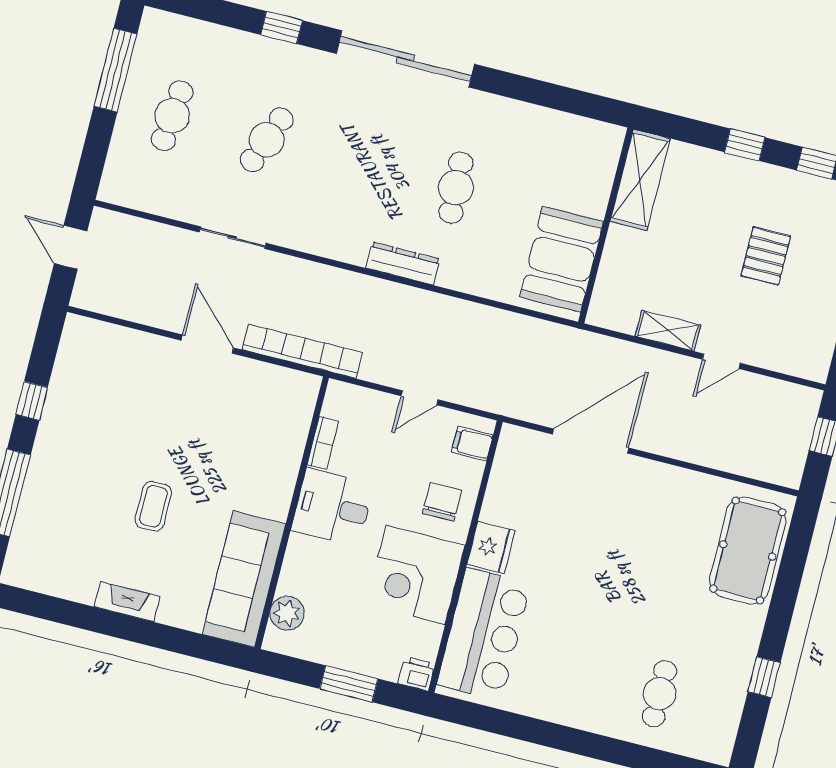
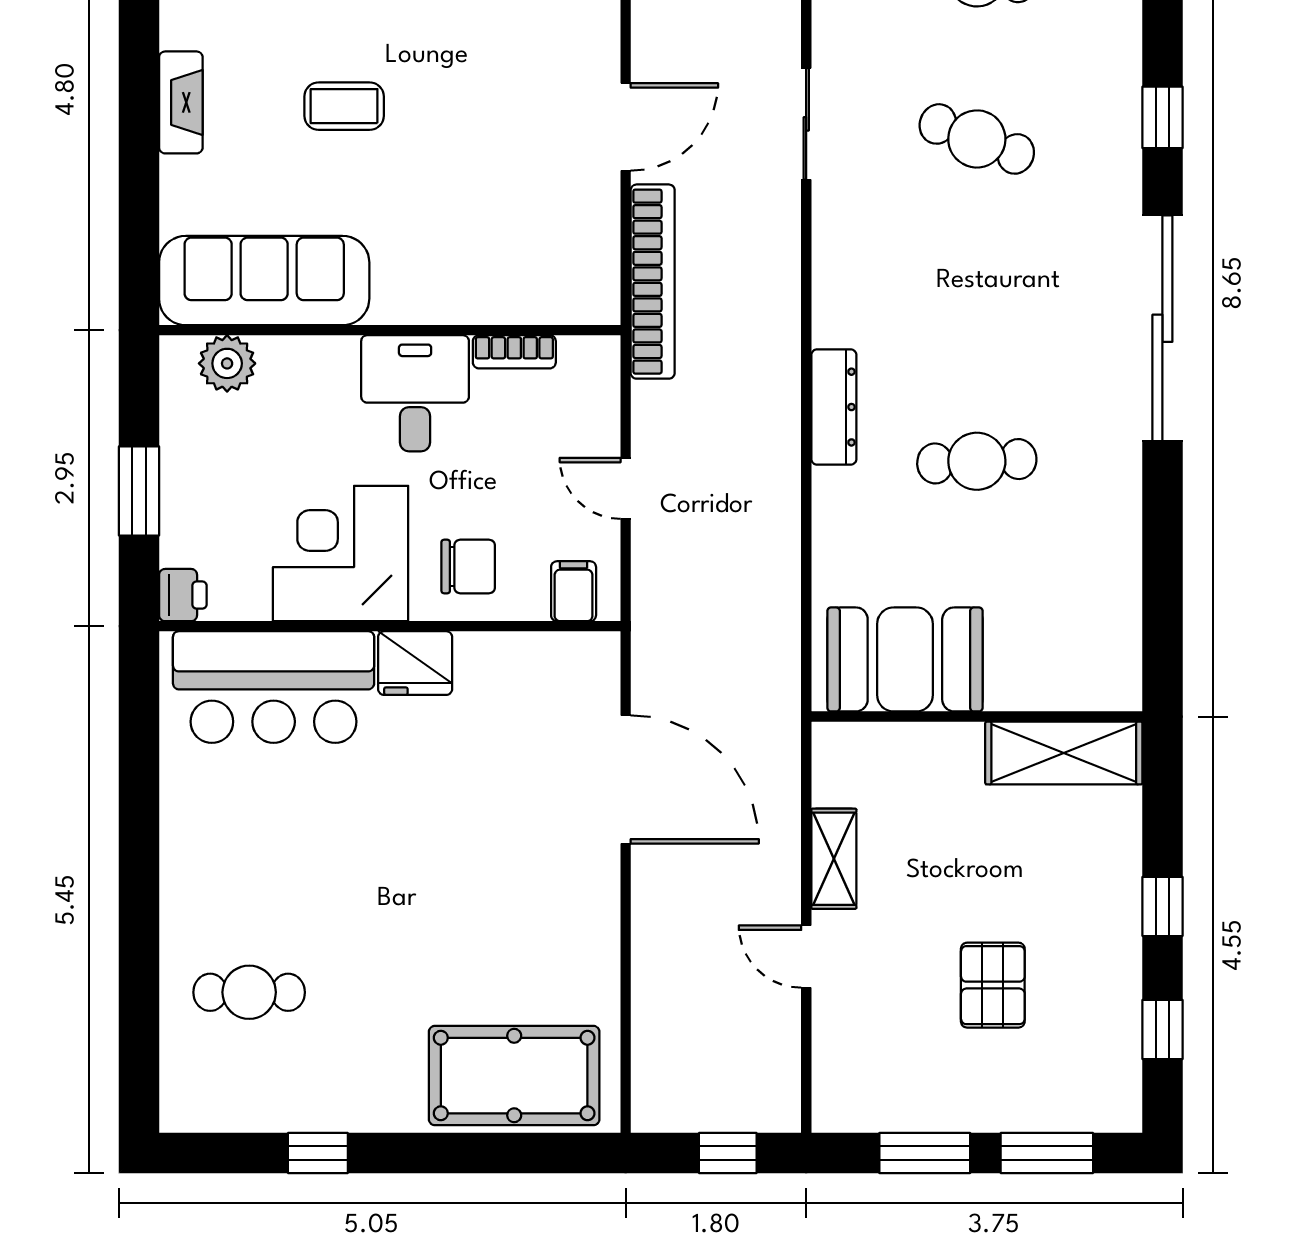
pallet: (766, 256) -> (993, 985), turned 90

